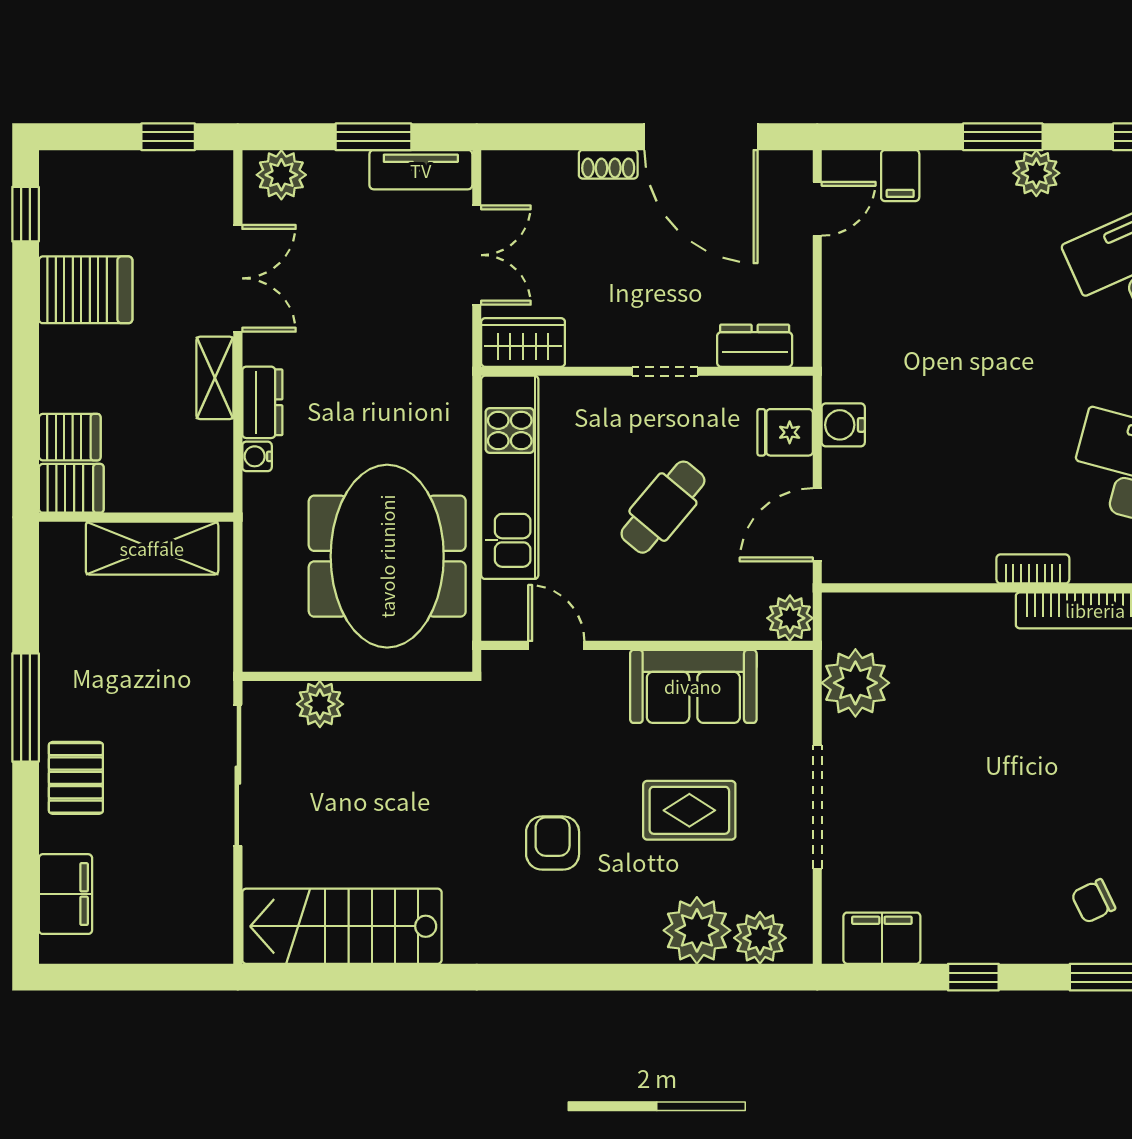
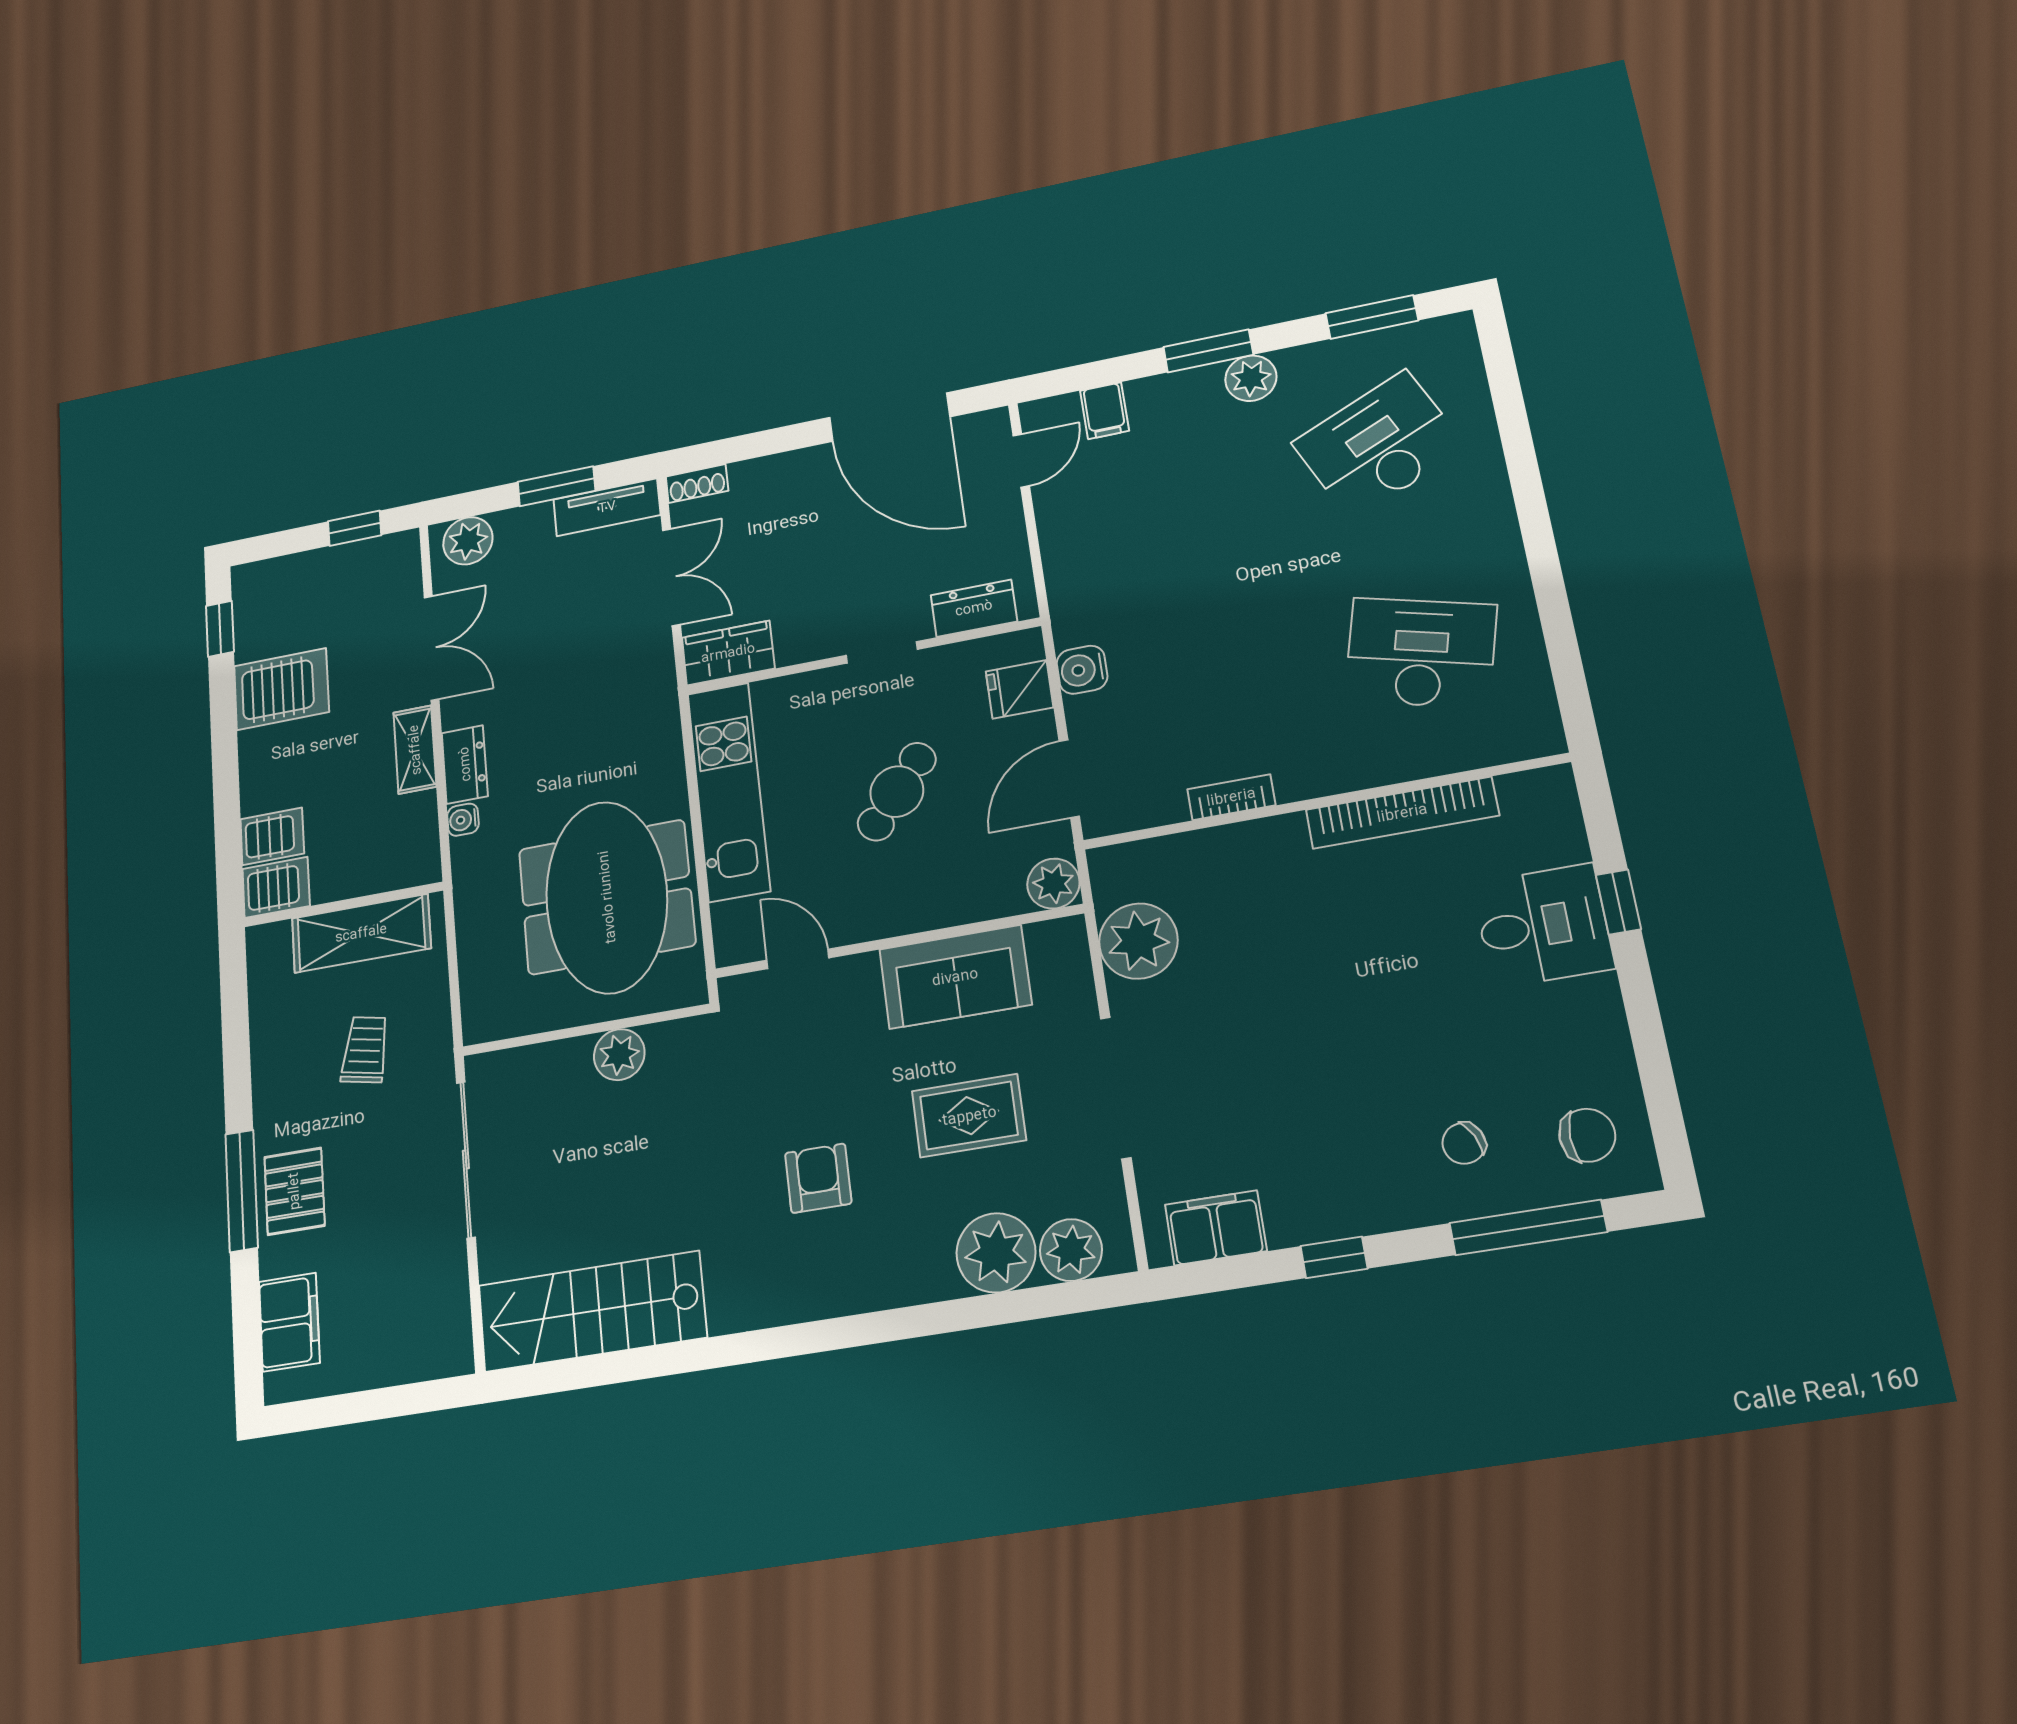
shoe rack: (608, 164) -> (697, 484), moved
bookcase: (1033, 569) -> (1231, 797), moved
trolley: (150, 659) -> (365, 1050), added
plant: (320, 704) -> (619, 1055), moved
window: (26, 708) -> (242, 1191), moved

